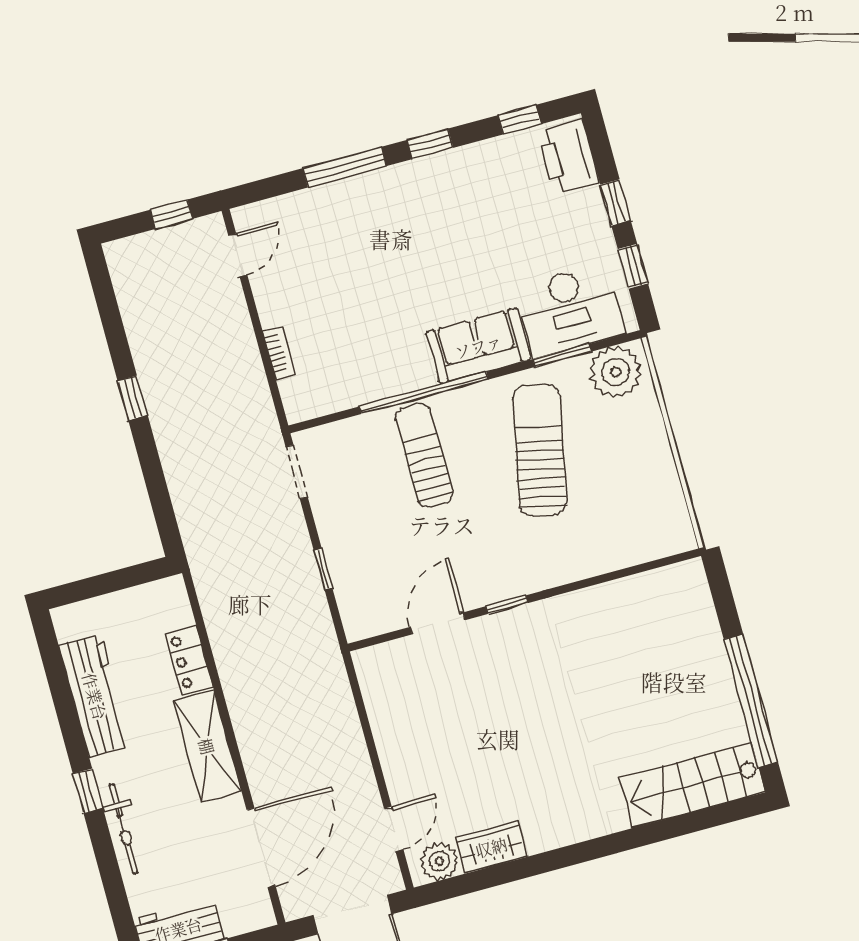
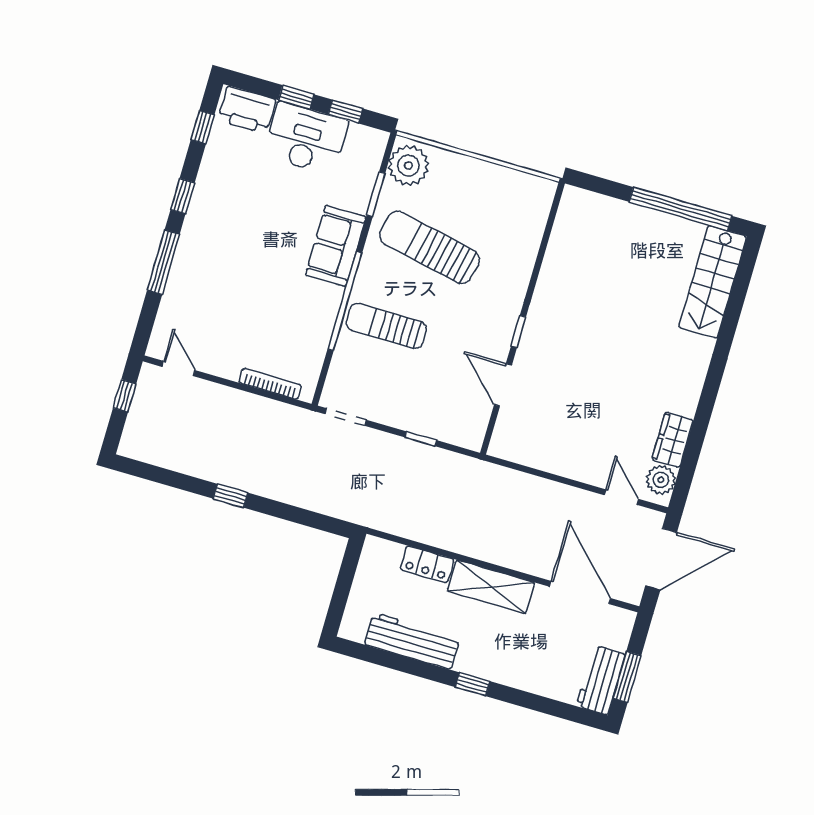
desk: (570, 310) -> (306, 138), moved, turned -90
bookcase: (279, 353) -> (270, 384), width x1.56
bicycle: (124, 829) -> (512, 676), removed

